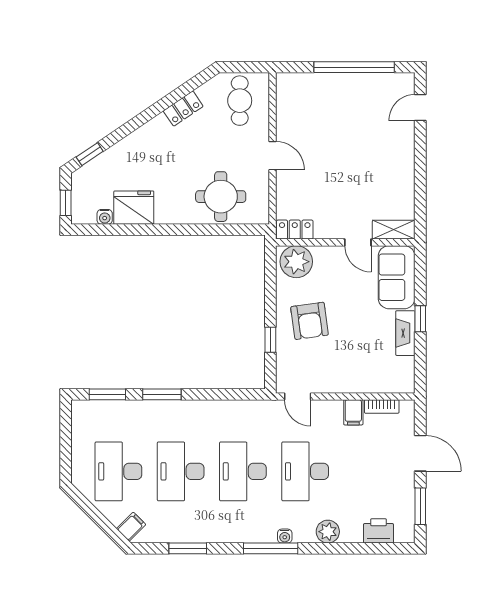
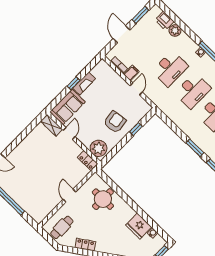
door: (298, 396) -> (136, 89), moved
plant: (328, 532) -> (175, 30), moved

